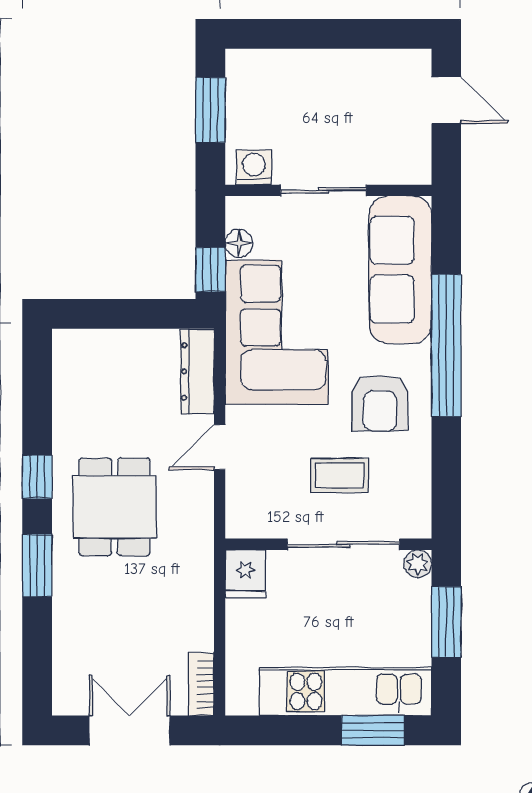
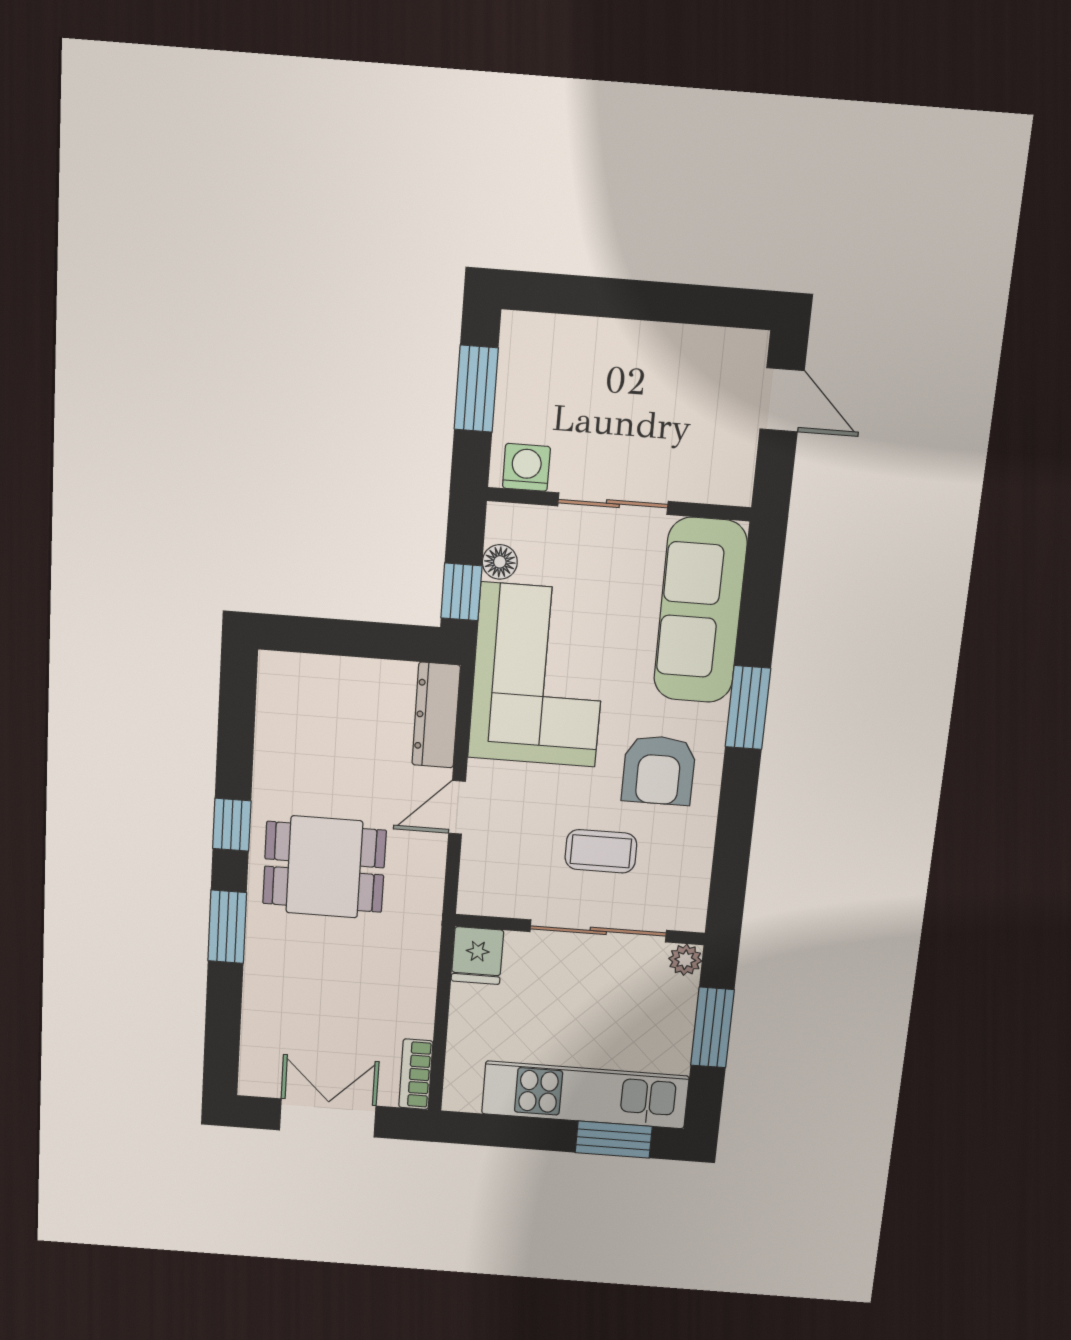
window: (446, 345) -> (748, 708), width x0.47
dining table: (115, 507) -> (324, 867), turned 90

